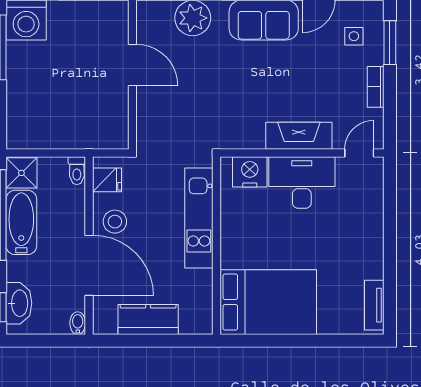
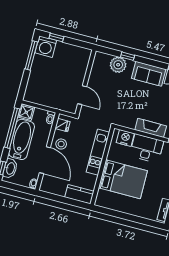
door: (132, 65) -> (82, 95), moved
bathtub: (21, 222) -> (22, 139), width x1.36, depth x1.36
bed: (268, 302) -> (123, 179), moved
kitchen counter: (148, 319) -> (79, 194), moved

